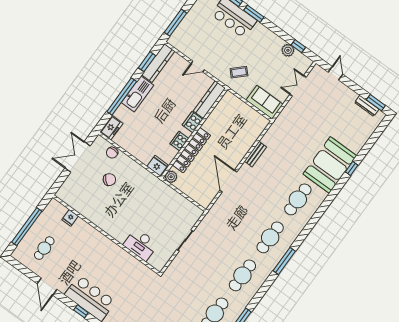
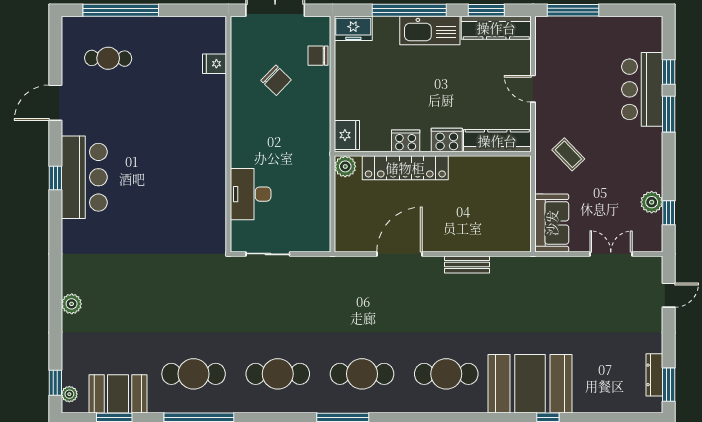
fridge: (70, 218) -> (215, 64), moved
wall: (106, 235) -> (228, 134), moved
desk: (141, 244) -> (251, 194), moved

